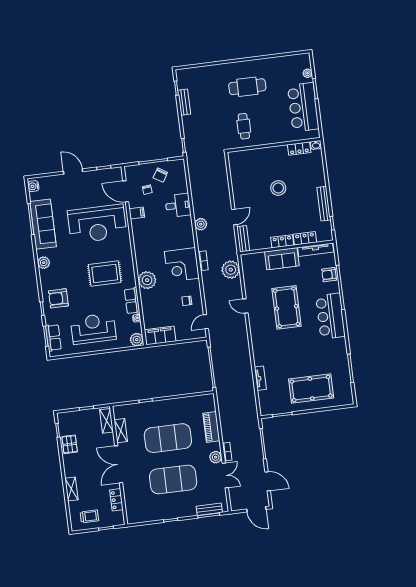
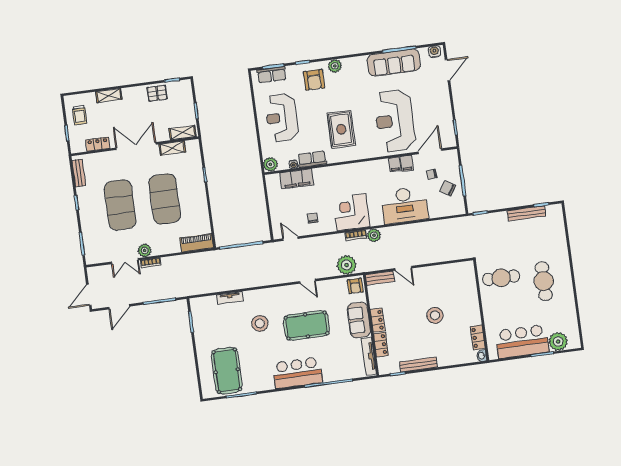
plant: (308, 73) -> (558, 342), width x1.88, depth x1.88
bench: (184, 102) -> (526, 213), width x1.36
cafe table: (244, 126) -> (501, 278), width x1.37, depth x1.35
door: (73, 171) -> (448, 70), moved
desk: (178, 205) -> (404, 205), width x1.87, depth x1.30
filing cabinet: (138, 224) -> (395, 164), added
plant: (201, 224) -> (374, 235), moved
plant: (44, 263) -> (335, 66), moved
armchair: (329, 275) -> (355, 286), moved, turned 180
plant: (147, 280) -> (335, 175), removed
armchair: (58, 298) -> (314, 80), turned 180
door: (245, 306) -> (308, 281), swing flipped
reception desk: (93, 329) -> (282, 118), turned 180
filing cabinet: (160, 335) -> (297, 179), moved, turned 90
stool: (284, 351) -> (260, 323), added
pool table: (311, 389) -> (227, 371), moved
piano: (211, 427) -> (197, 243), moved
bench: (209, 509) -> (79, 173), moved

